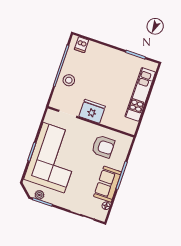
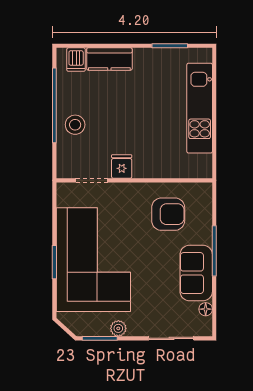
kitchen counter: (100, 51) -> (109, 59), added
fridge: (92, 111) -> (122, 166), width x0.53, depth x0.75
plant: (39, 195) -> (118, 328), moved

